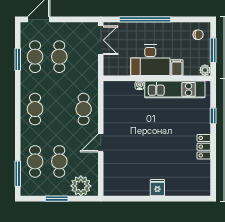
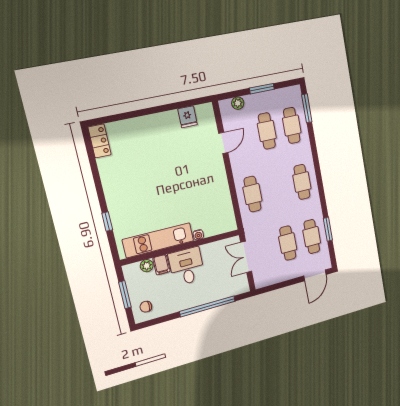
double door: (101, 40) -> (246, 257), moved
desk: (150, 60) -> (187, 266), width x0.73
plant: (205, 70) -> (147, 266), moved
door: (101, 143) -> (223, 143), moved
locker: (204, 147) -> (100, 141), moved
plant: (81, 186) -> (238, 103), width x0.53, depth x0.53
fridge: (157, 188) -> (188, 117), moved

